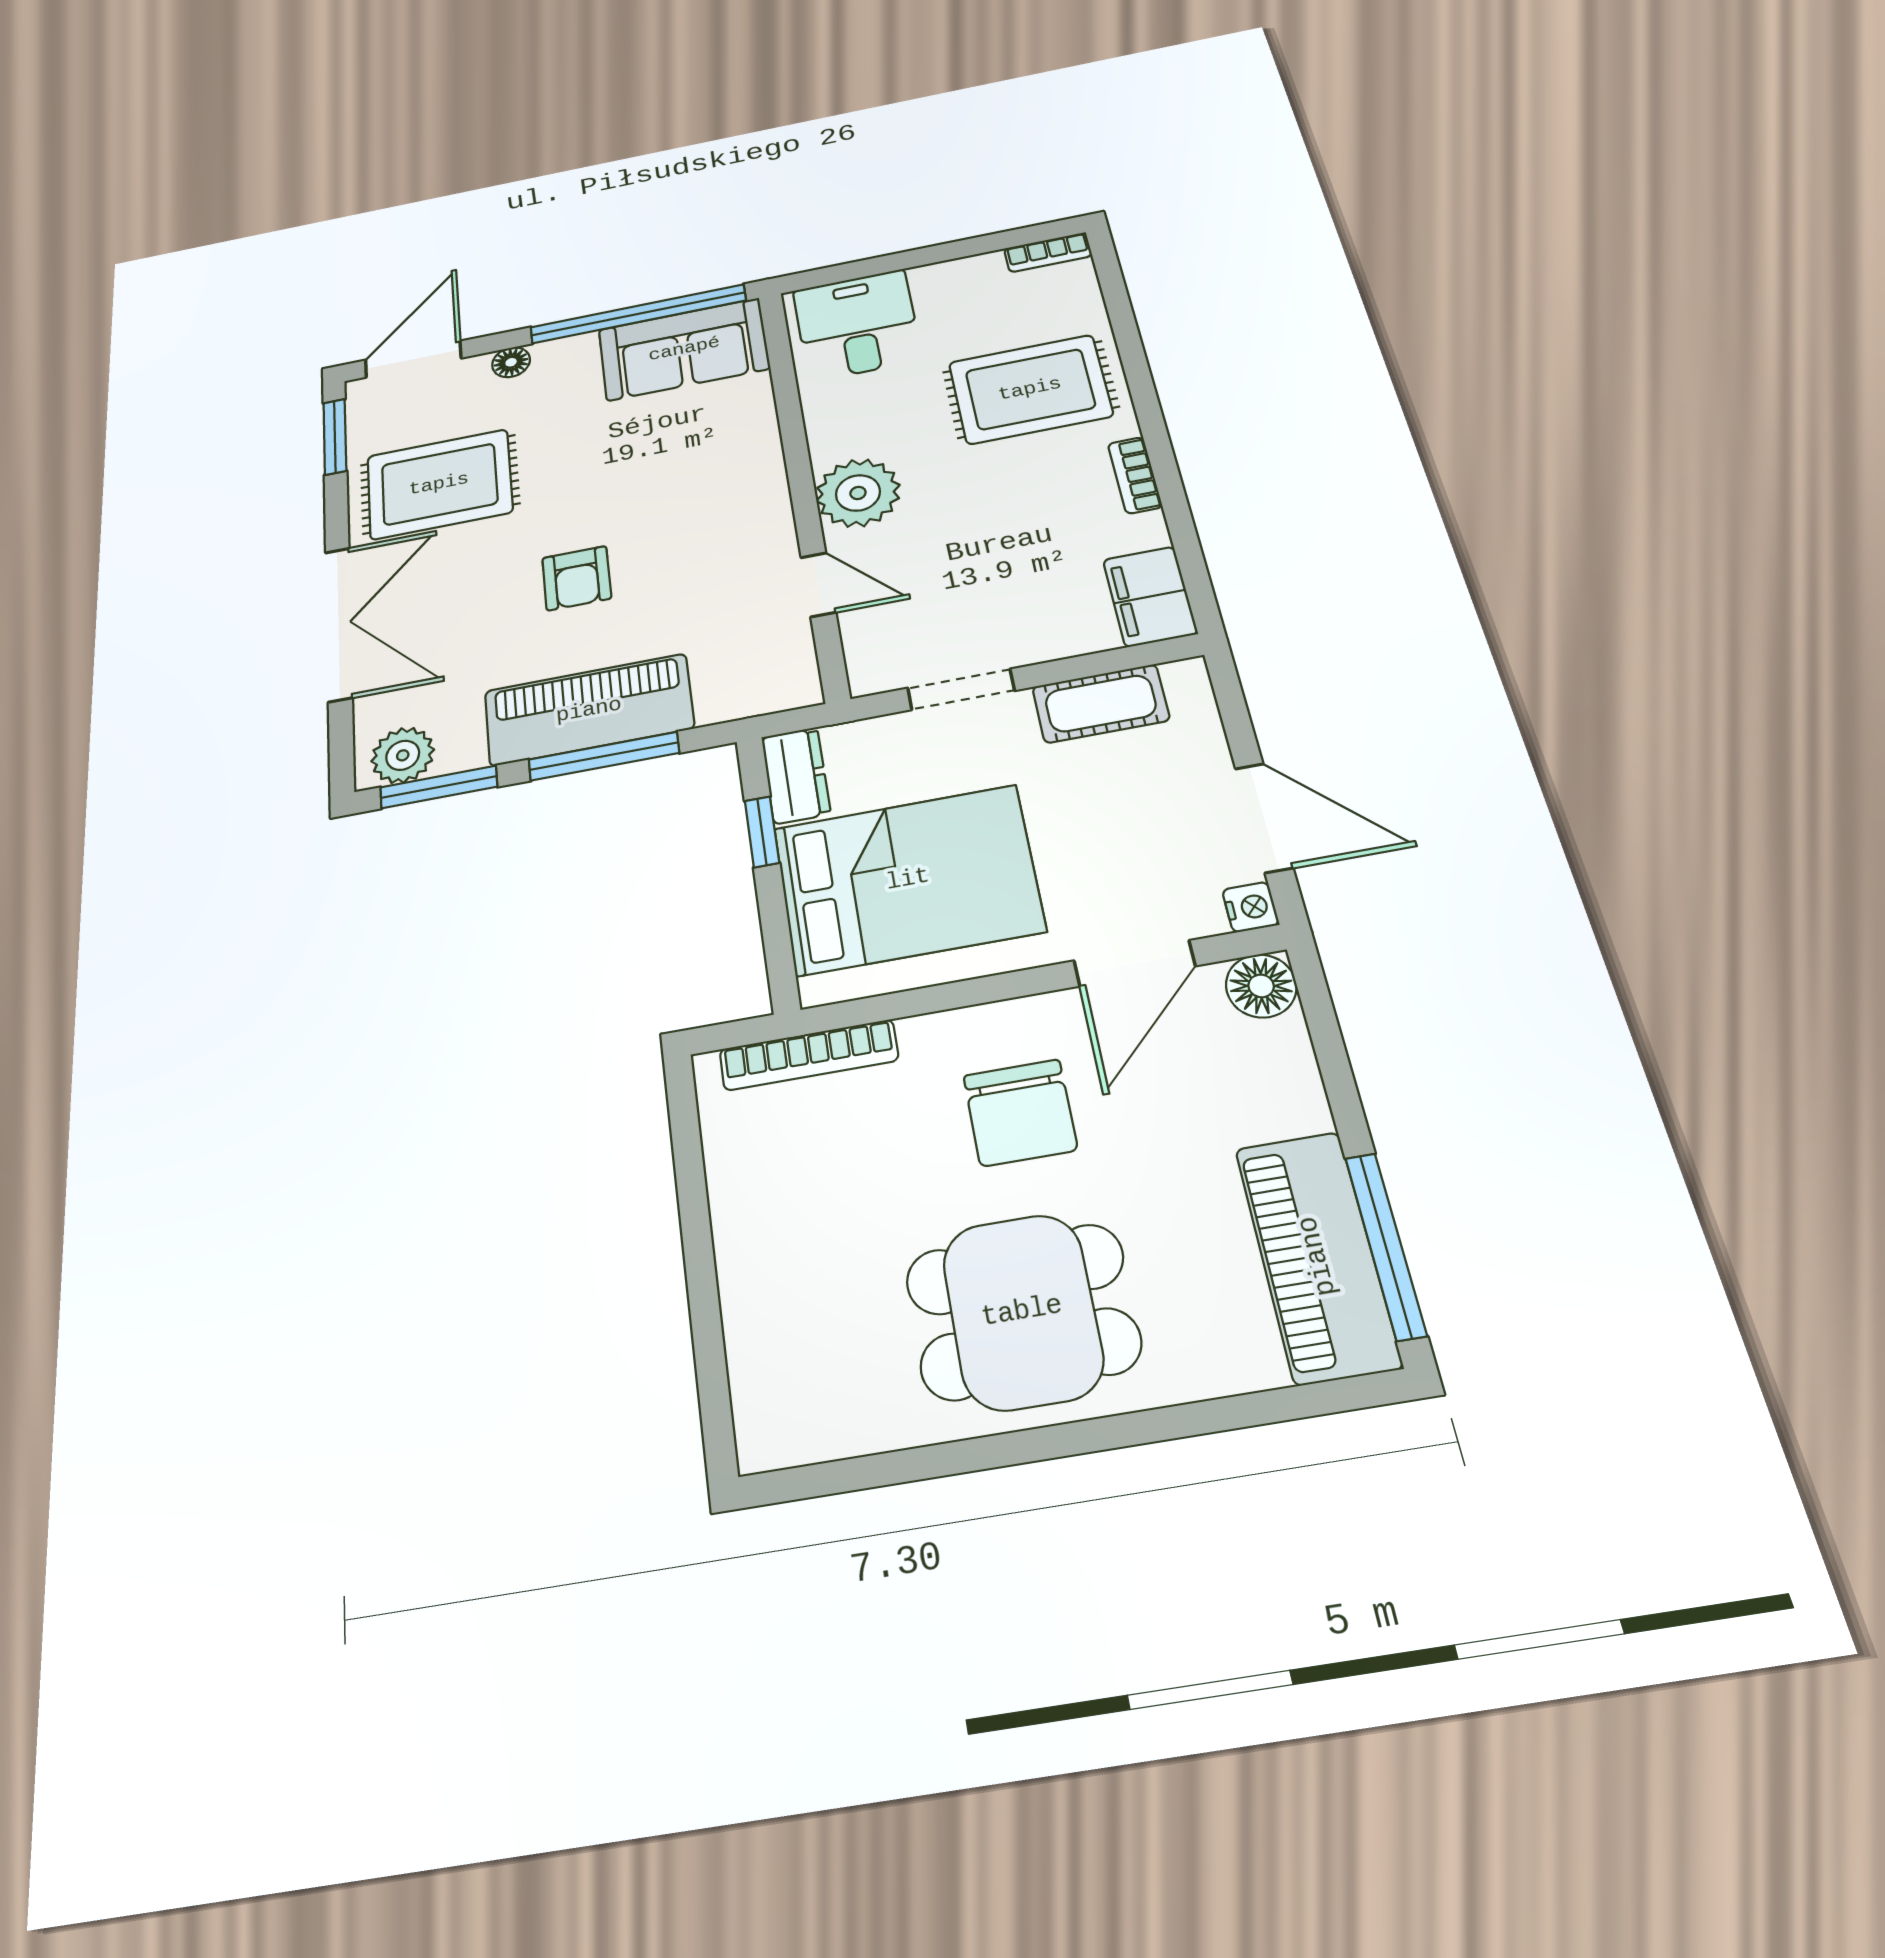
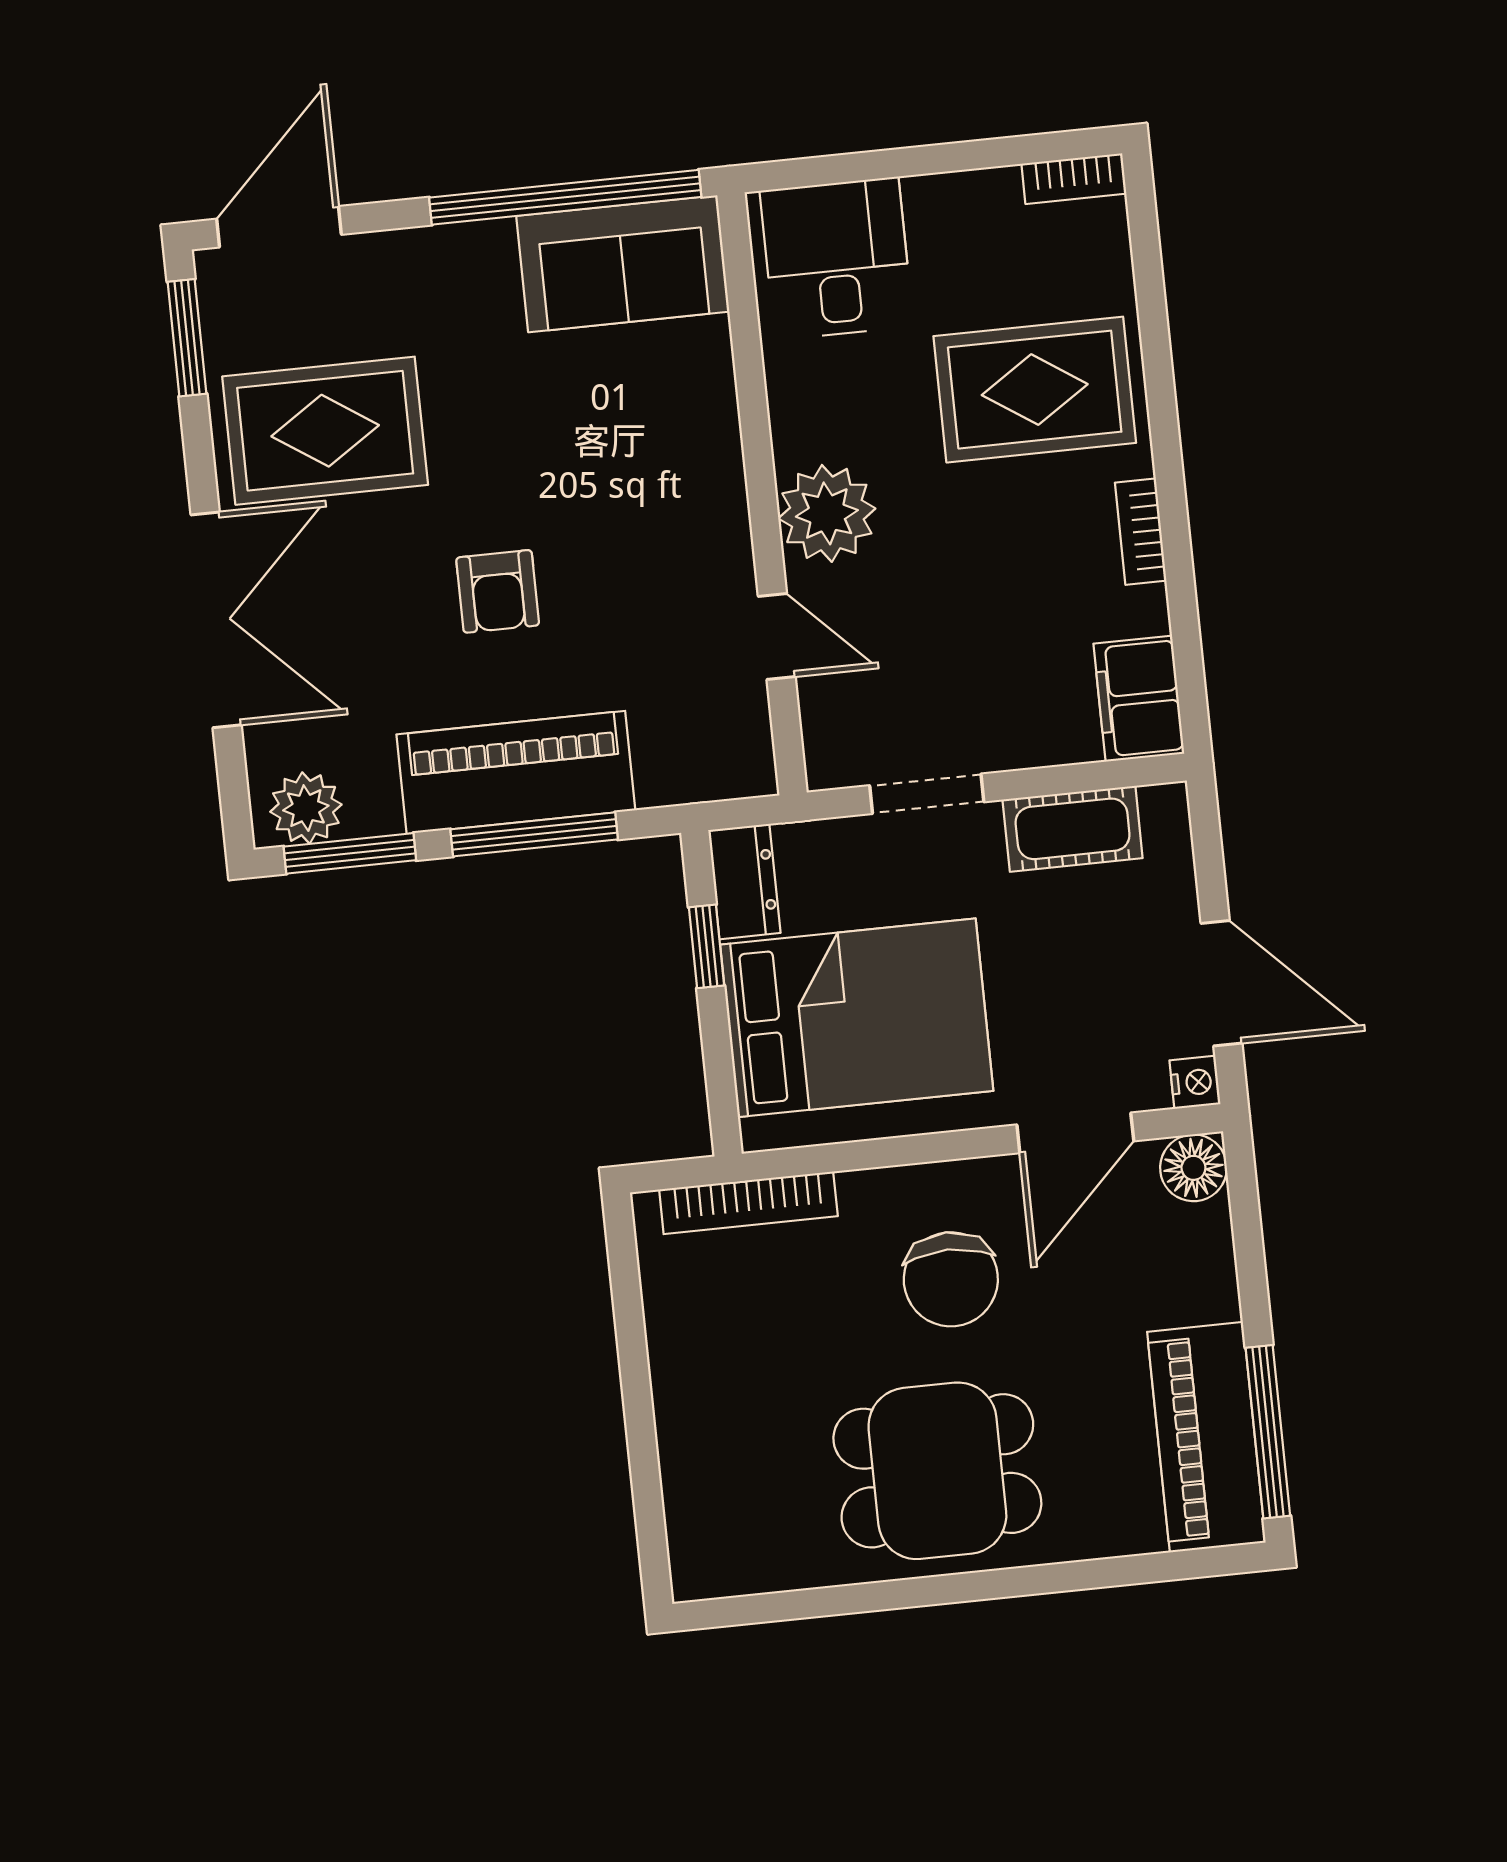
floor lamp: (511, 362) -> (406, 251), removed

